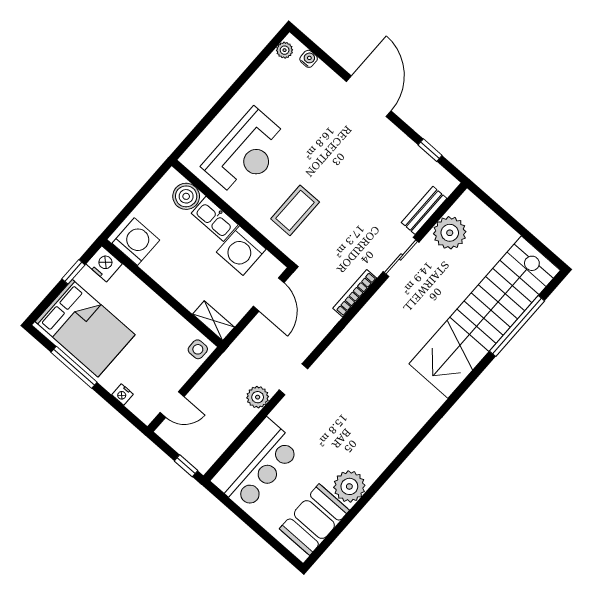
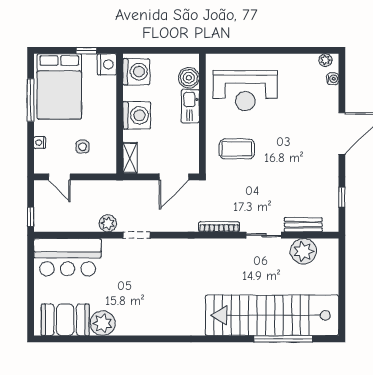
washing machine: (241, 251) -> (137, 115), moved, turned 180
side table: (198, 349) -> (82, 147), moved

